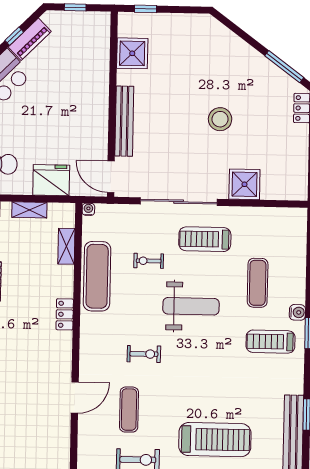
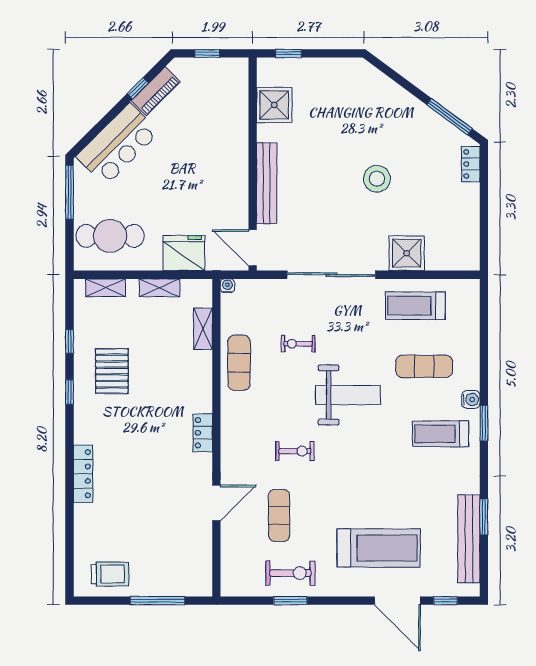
treadmill: (205, 239) -> (415, 306), moved
exercise mat: (97, 276) -> (239, 363), width x0.73, depth x0.69
exercise mat: (258, 283) -> (424, 366), turned 90
locker: (65, 314) -> (203, 433), moved

